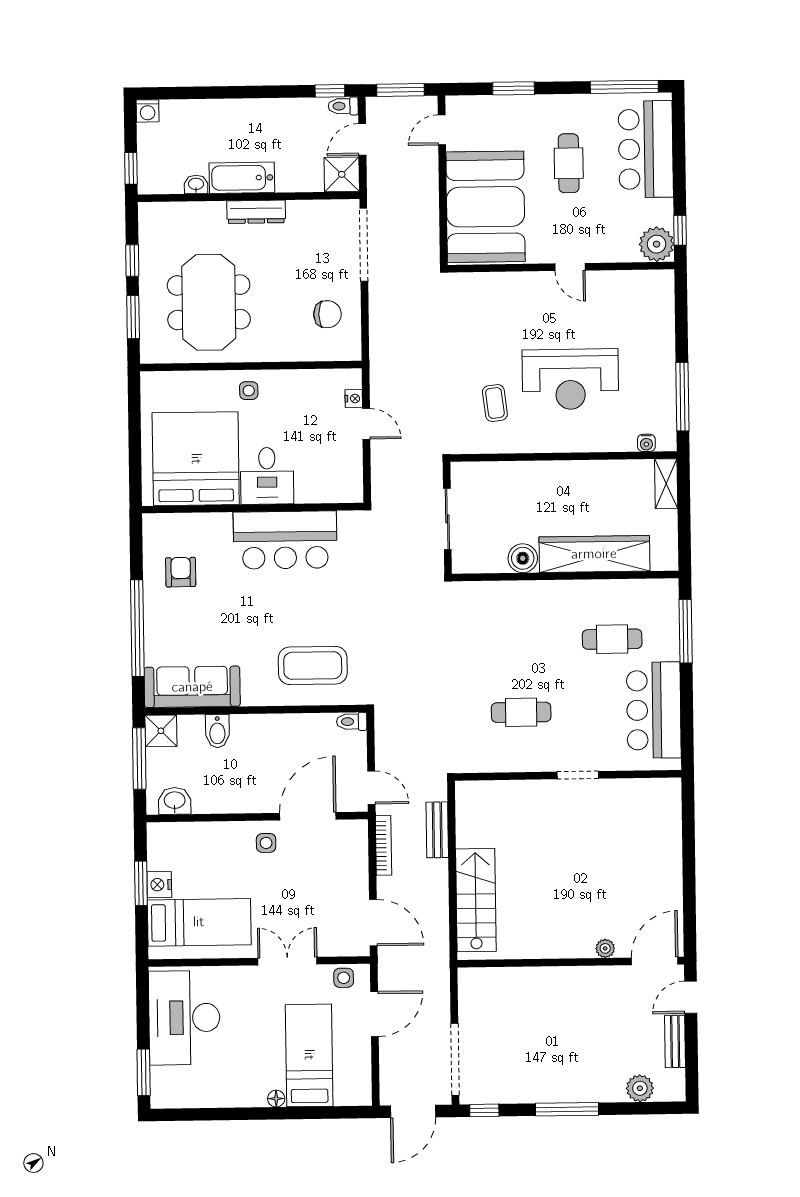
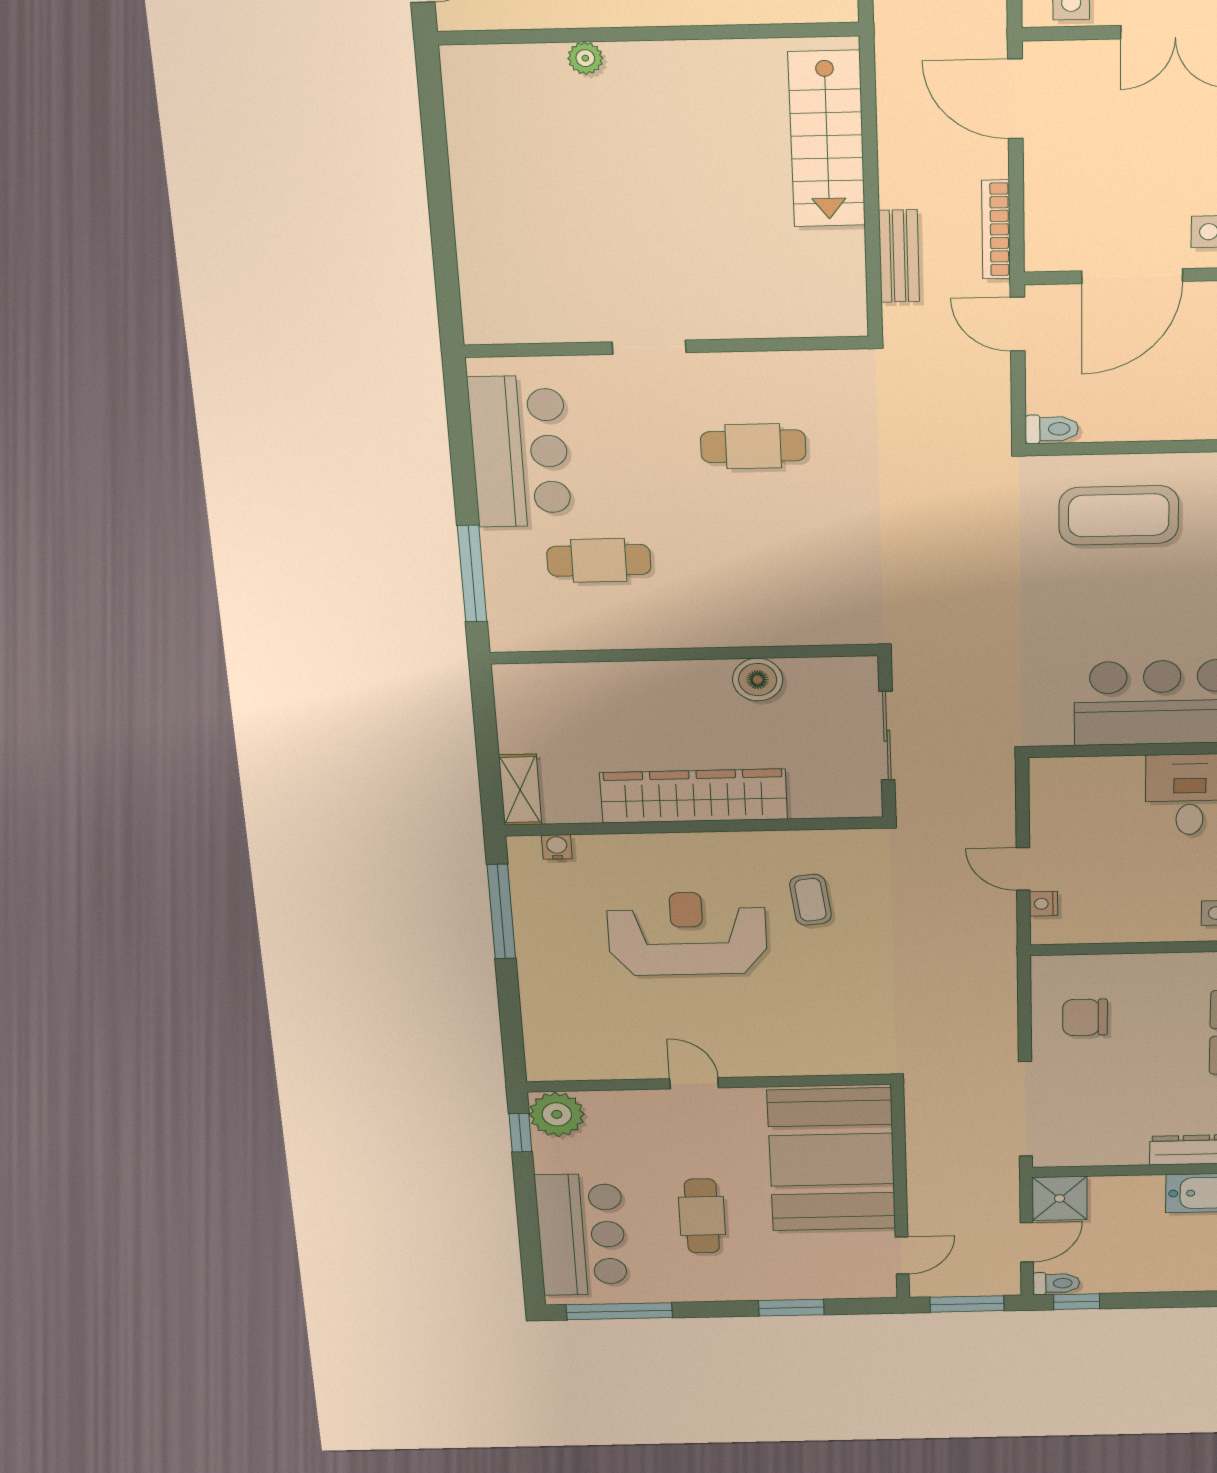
wardrobe: (594, 554) -> (694, 796), moved, turned 180
door: (655, 961) -> (492, 37), removed

